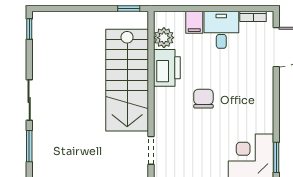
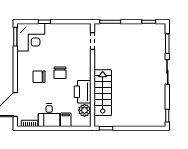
stairs: (127, 80) -> (103, 93), width x0.73, depth x0.66
chair: (238, 92) -> (39, 77), added

